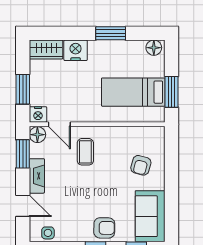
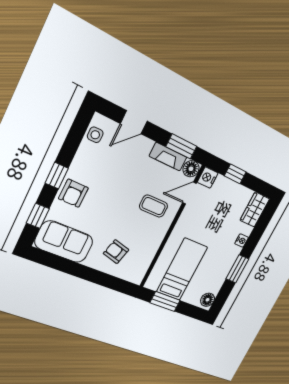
nightstand: (76, 50) -> (242, 241), width x0.53, depth x0.56
window: (23, 89) -> (235, 174), width x0.67
fireplace: (37, 176) -> (168, 157), moved

